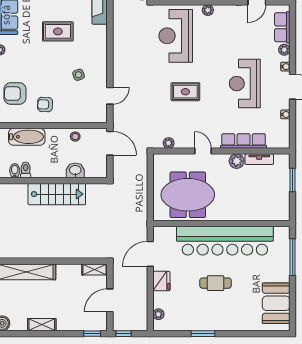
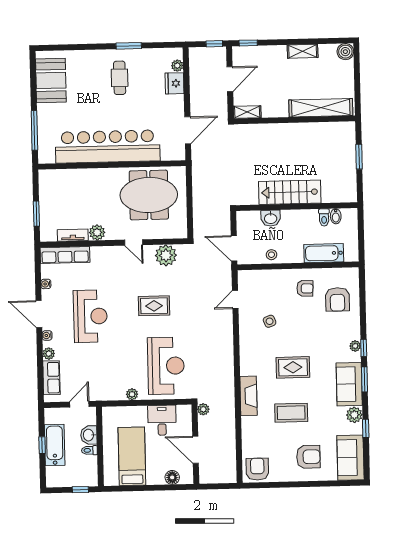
armchair: (15, 93) -> (337, 299), turned 90
row of seats: (244, 141) -> (65, 255), moved
plant: (169, 143) -> (166, 255), width x1.88, depth x1.88
fridge: (161, 281) -> (175, 83), moved
cafe table: (216, 283) -> (120, 78), moved, turned 90

